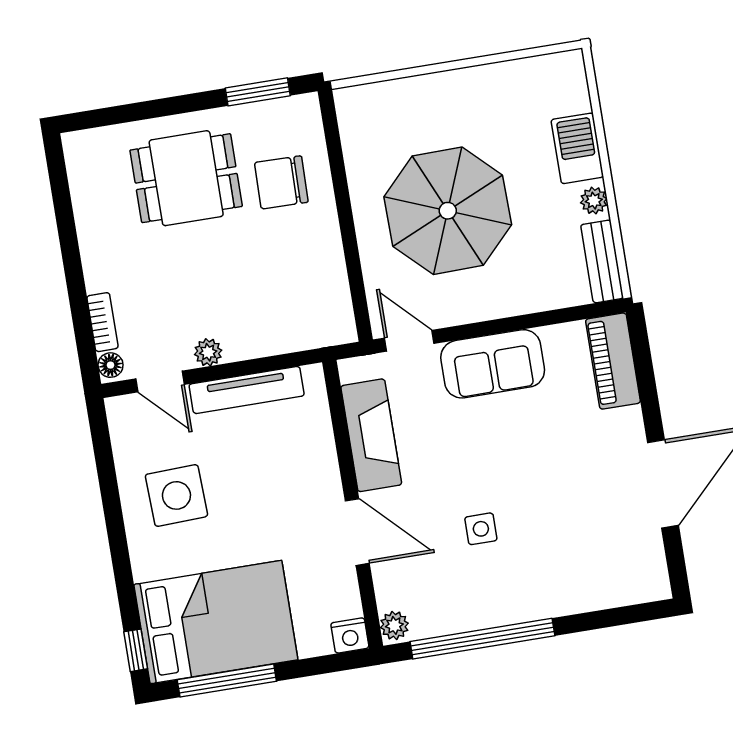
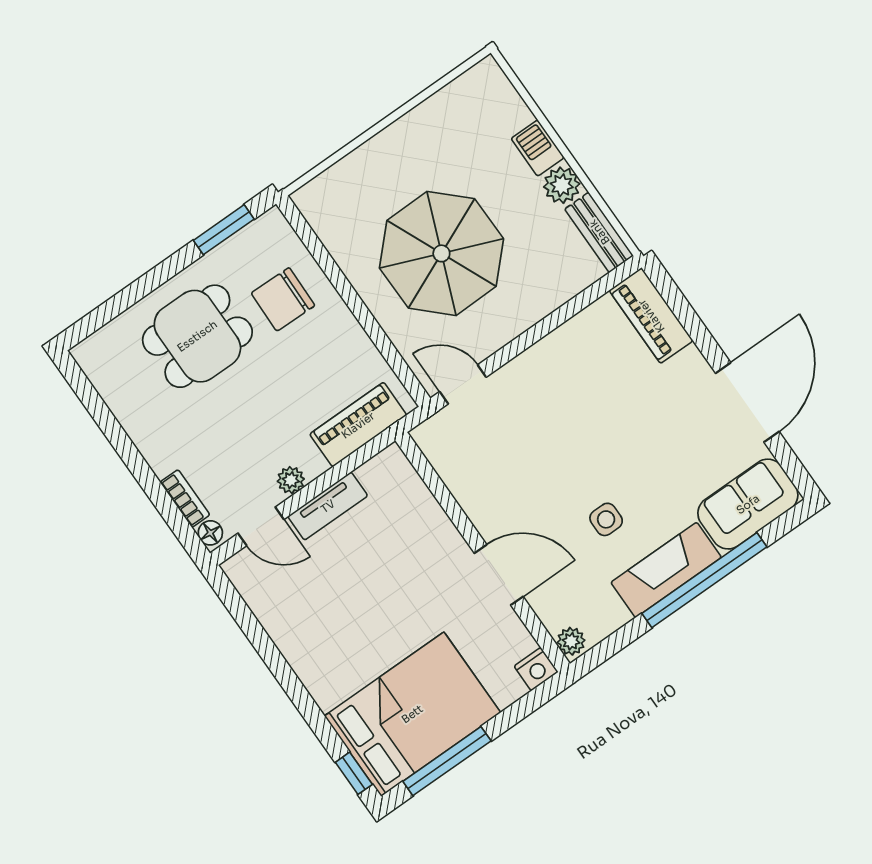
barbecue: (577, 148) -> (538, 148), width x0.73, depth x0.79
plant: (594, 201) -> (562, 185), width x1.38, depth x1.38
piano: (295, 331) -> (358, 425), added
sofa: (493, 364) -> (748, 504), moved, turned 180
tv unit: (247, 390) -> (328, 506), width x0.71
fireplace: (371, 435) -> (666, 570), moved, turned -90
side table: (176, 495) -> (324, 620), removed
window: (482, 639) -> (704, 580), moved

